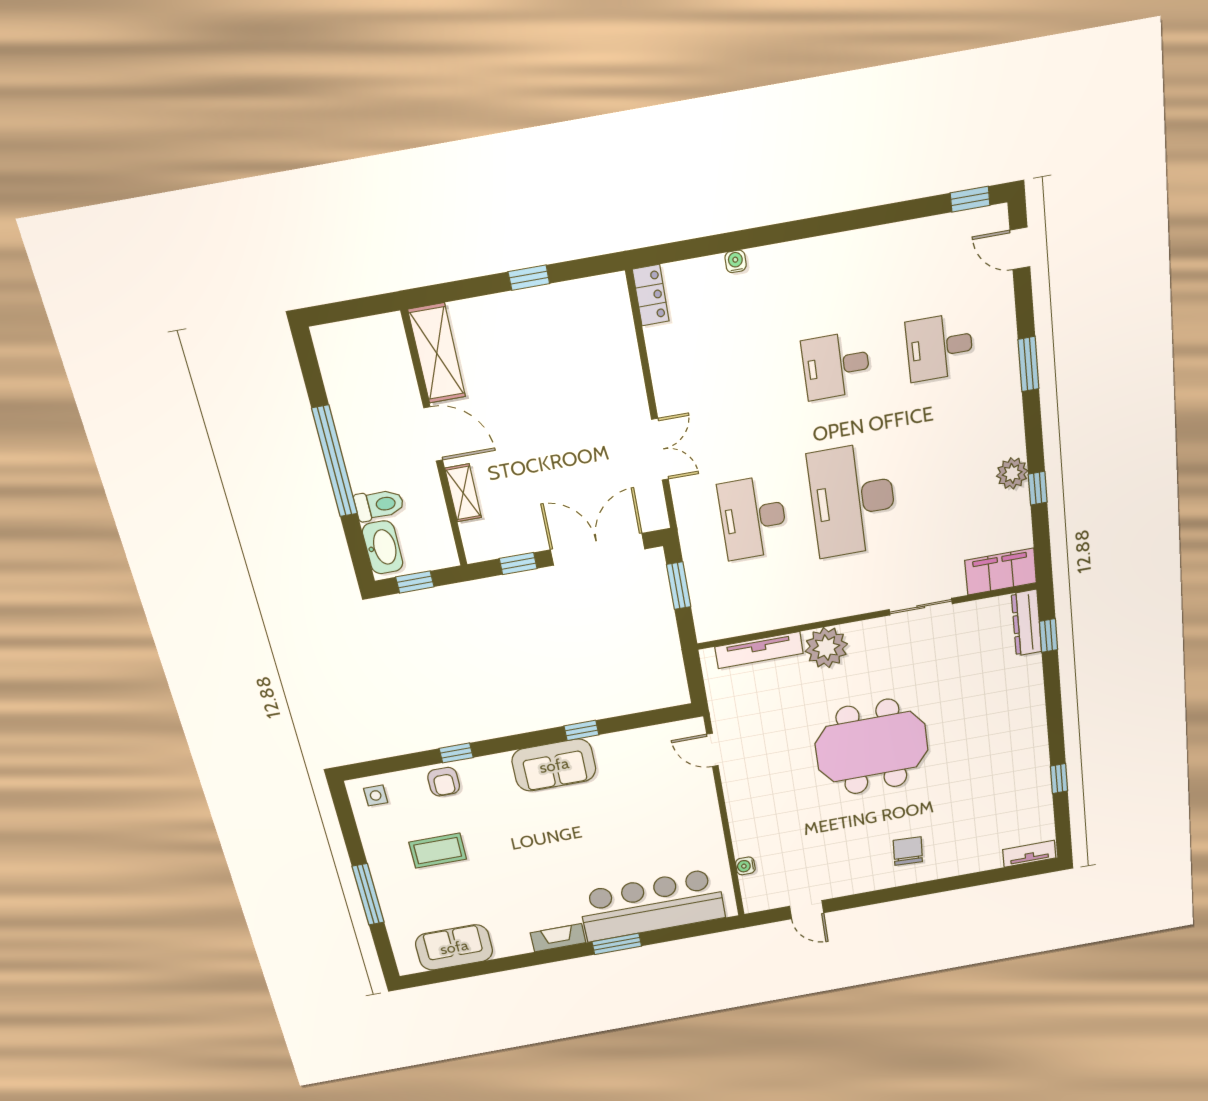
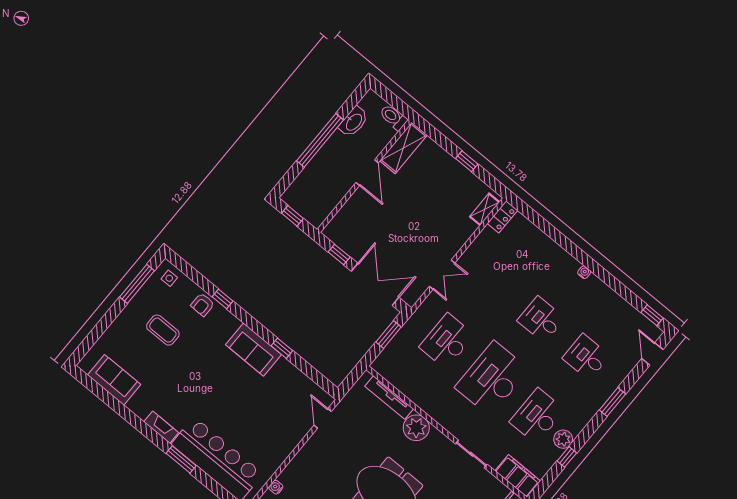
water cooler: (736, 261) -> (584, 272), moved
desk: (953, 482) -> (537, 416), added
shelving: (463, 493) -> (485, 209), moved
toilet: (379, 505) -> (393, 117), moved, turned 180
washbasin: (383, 547) -> (354, 122), moved
window: (368, 894) -> (137, 284), moved

